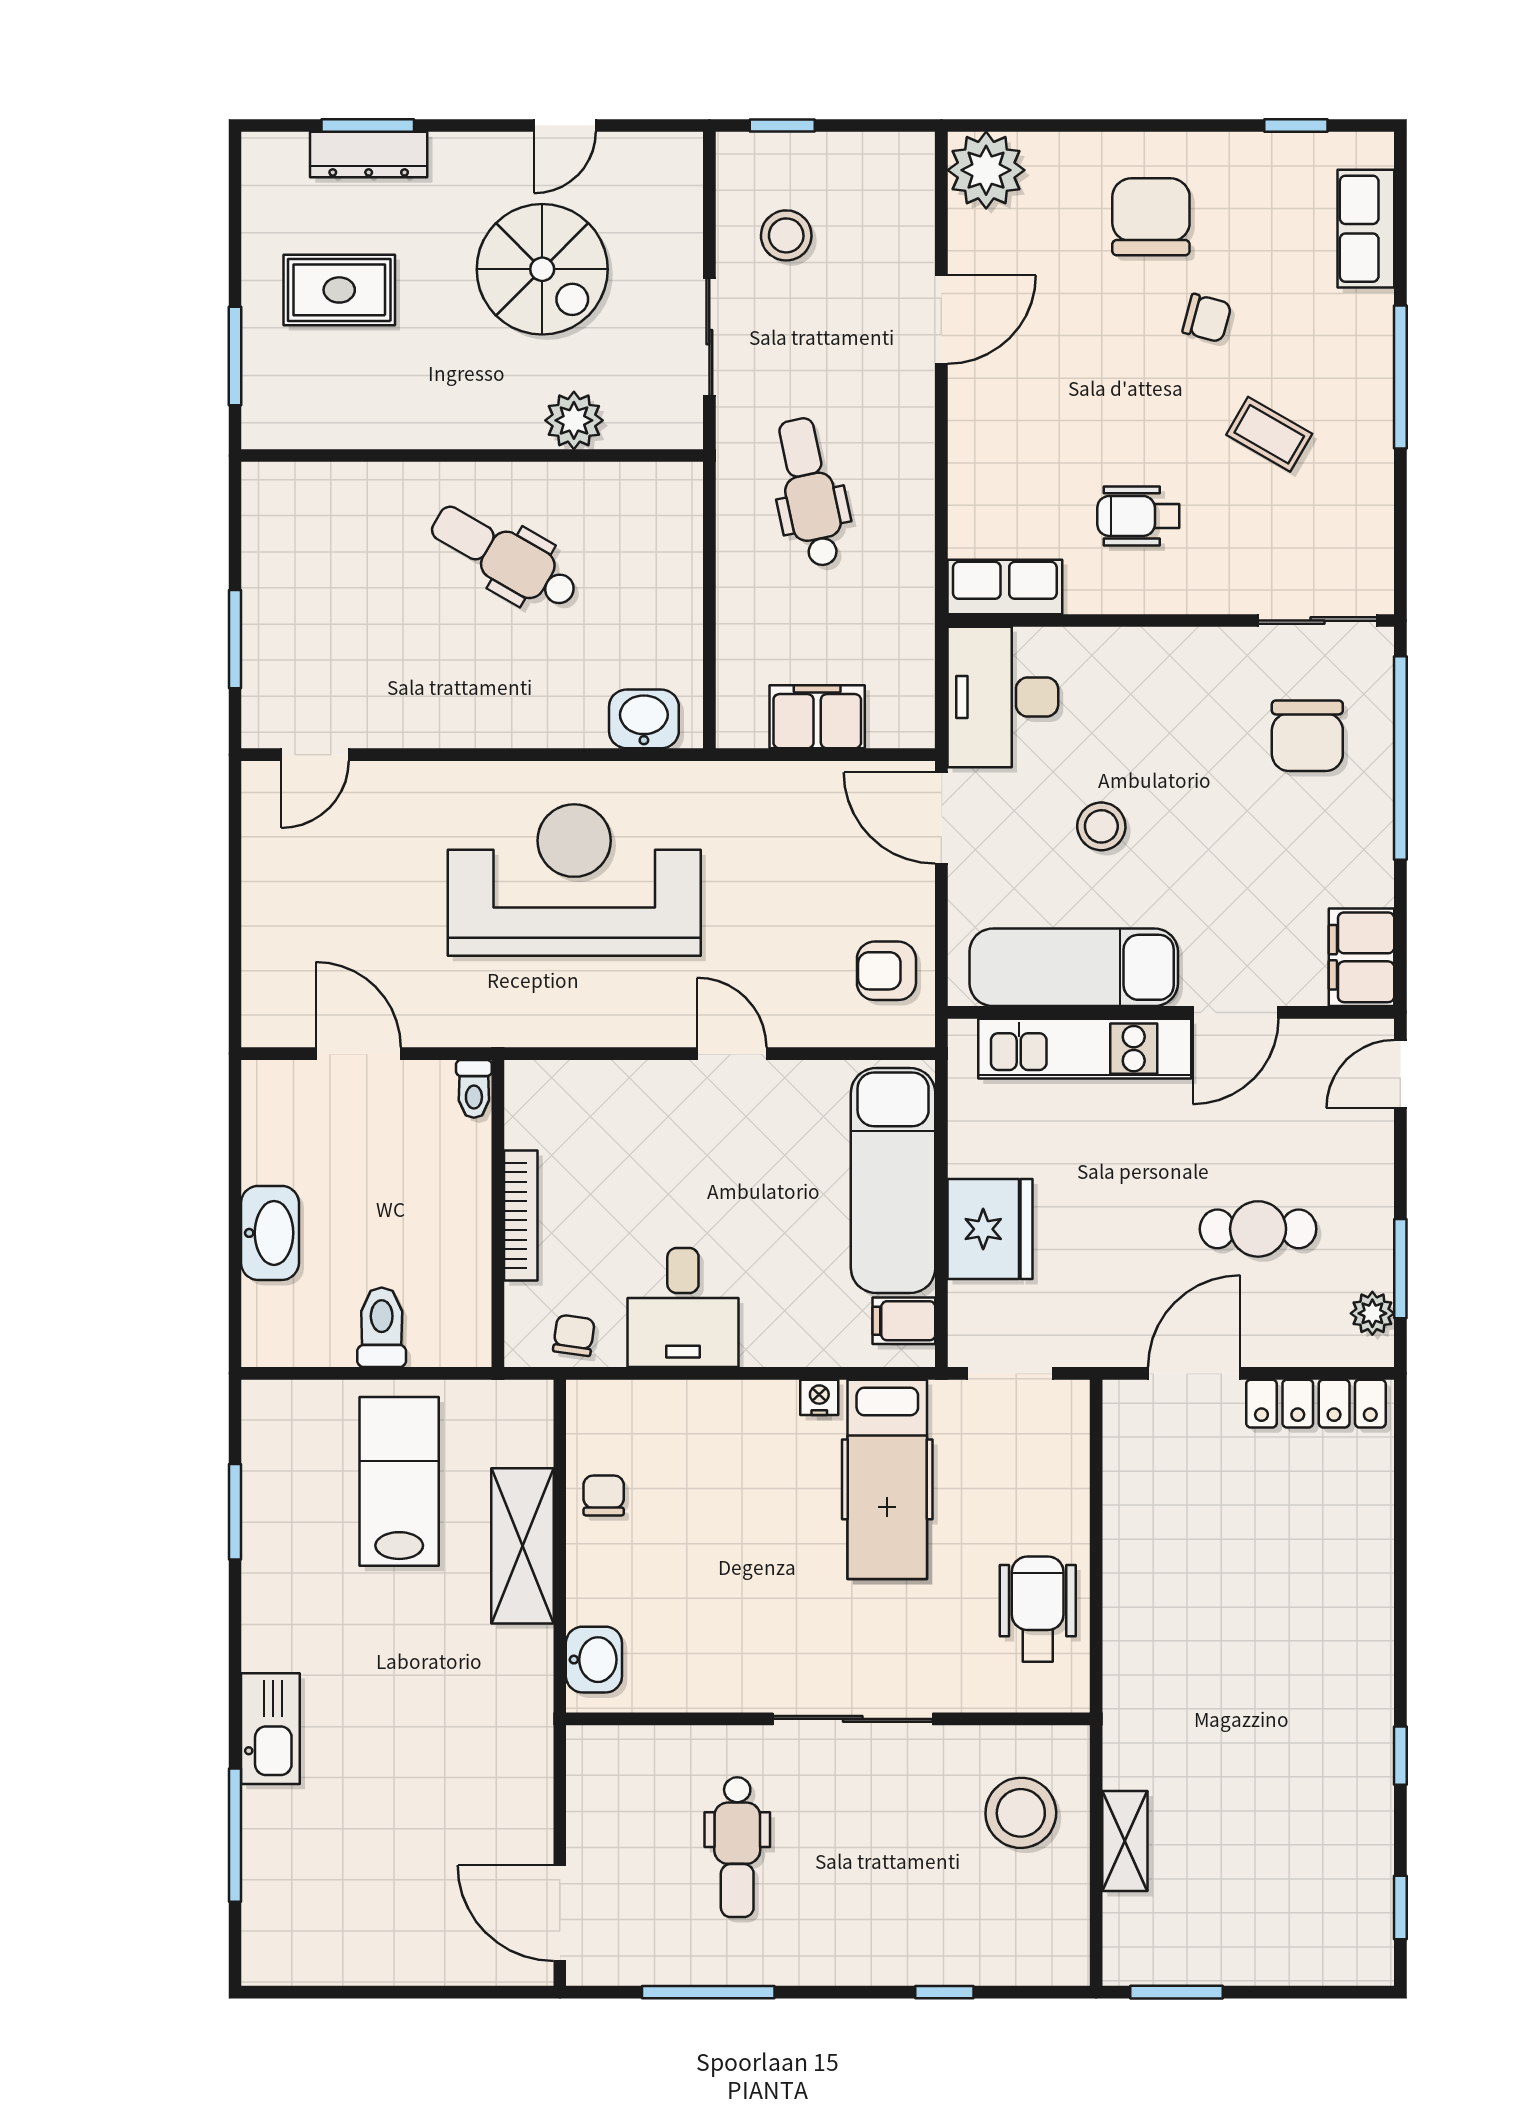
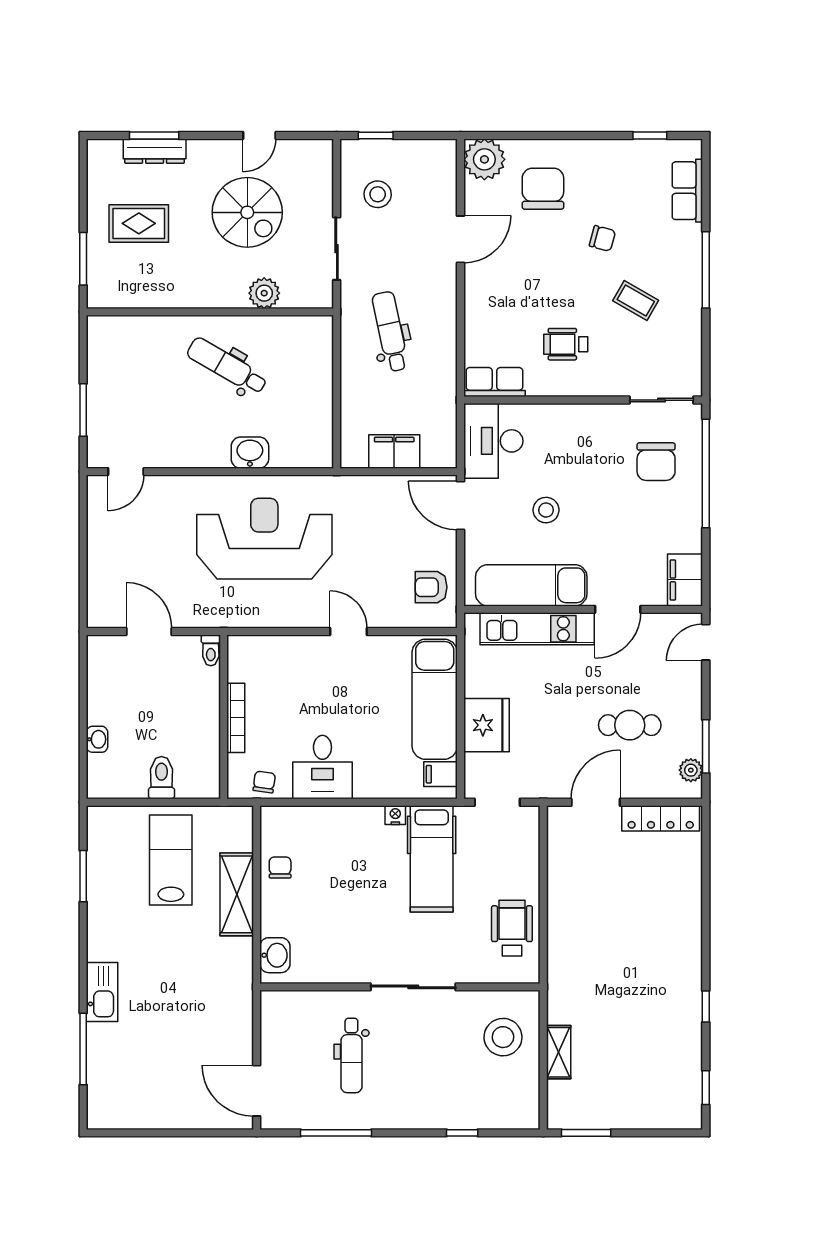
chair: (1151, 217) -> (543, 189), moved
washbasin: (644, 719) -> (250, 453), moved
washbasin: (270, 1233) -> (97, 739), width x0.52, depth x0.69

